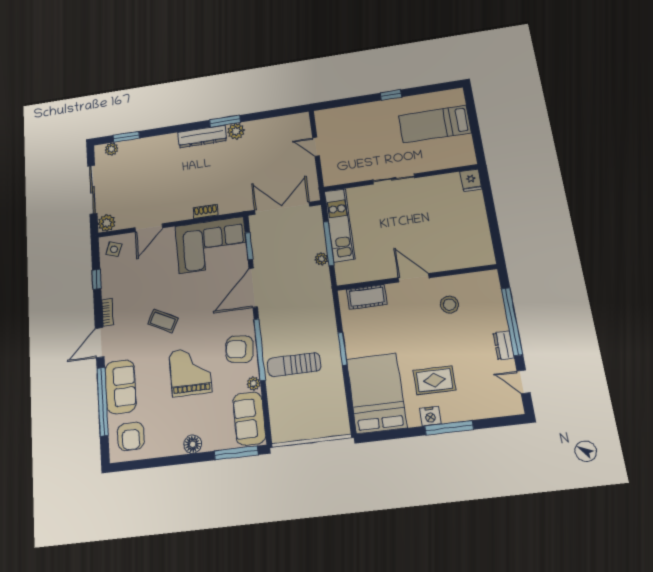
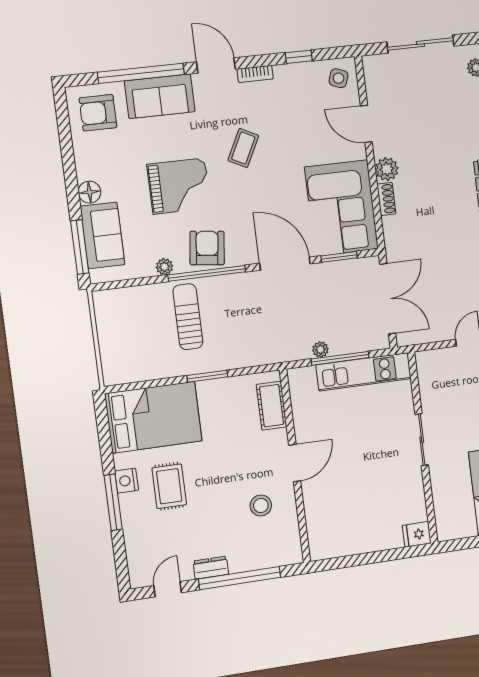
plant: (107, 223) -> (387, 169), moved
sofa: (249, 419) -> (103, 235), moved, turned 90

